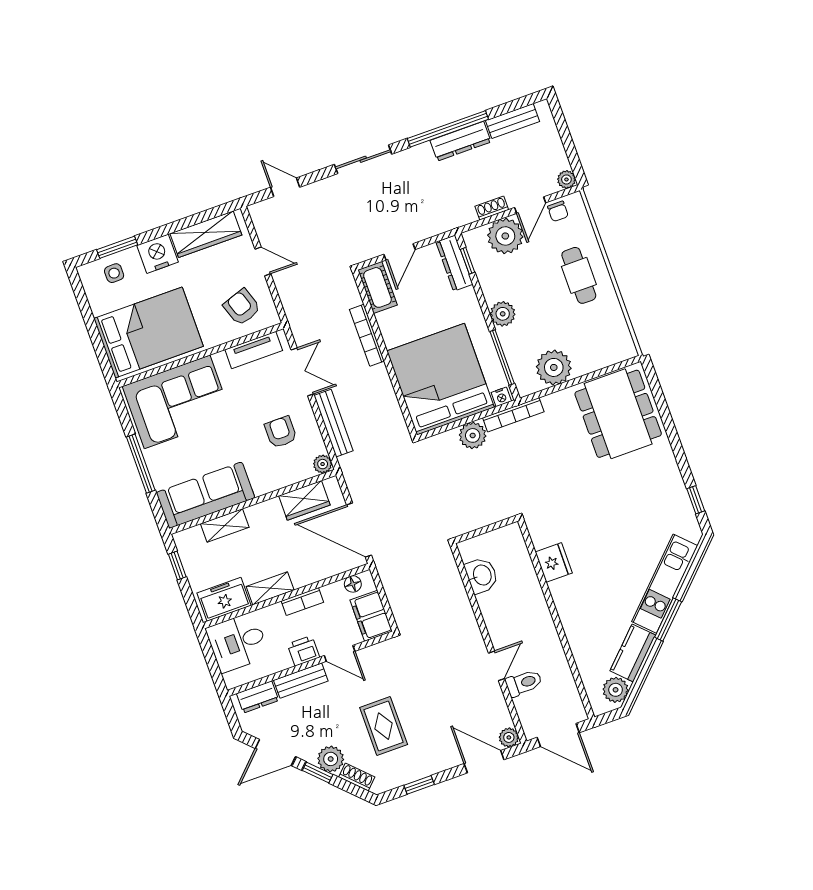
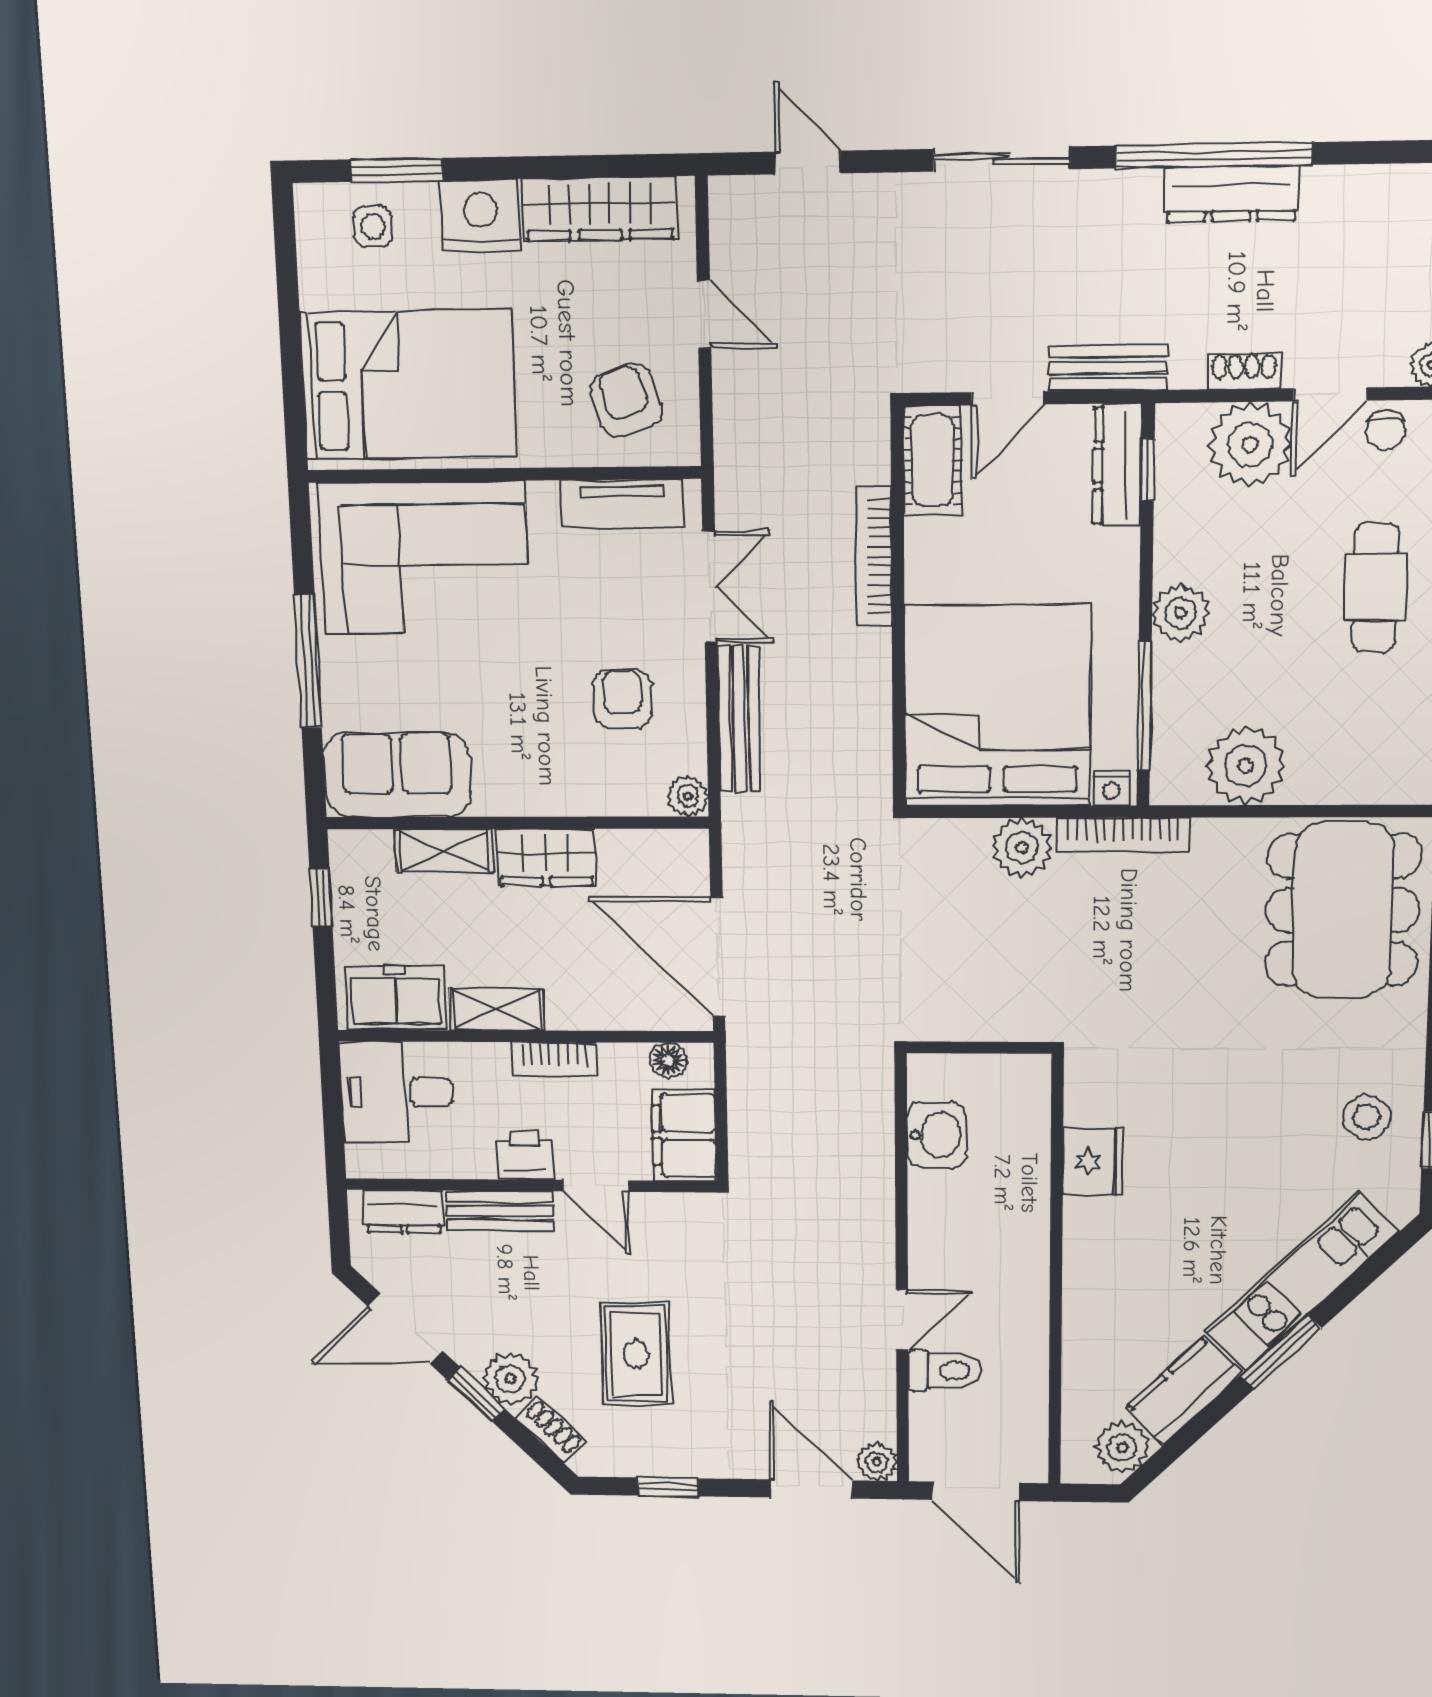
bench: (512, 121) -> (1108, 368), moved
sofa: (205, 495) -> (397, 775), width x0.73
wardrobe: (304, 500) -> (546, 857), moved
stool: (663, 500) -> (1367, 1117), added

